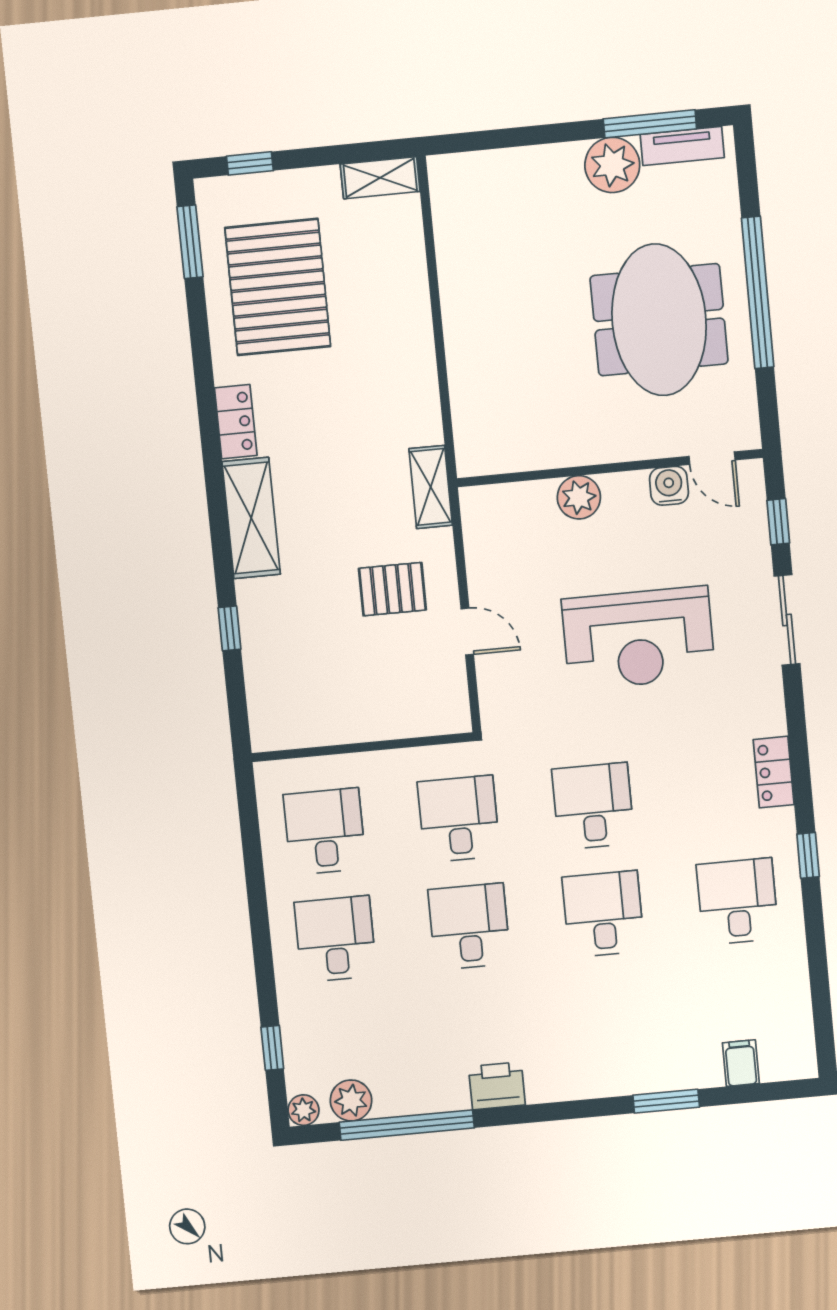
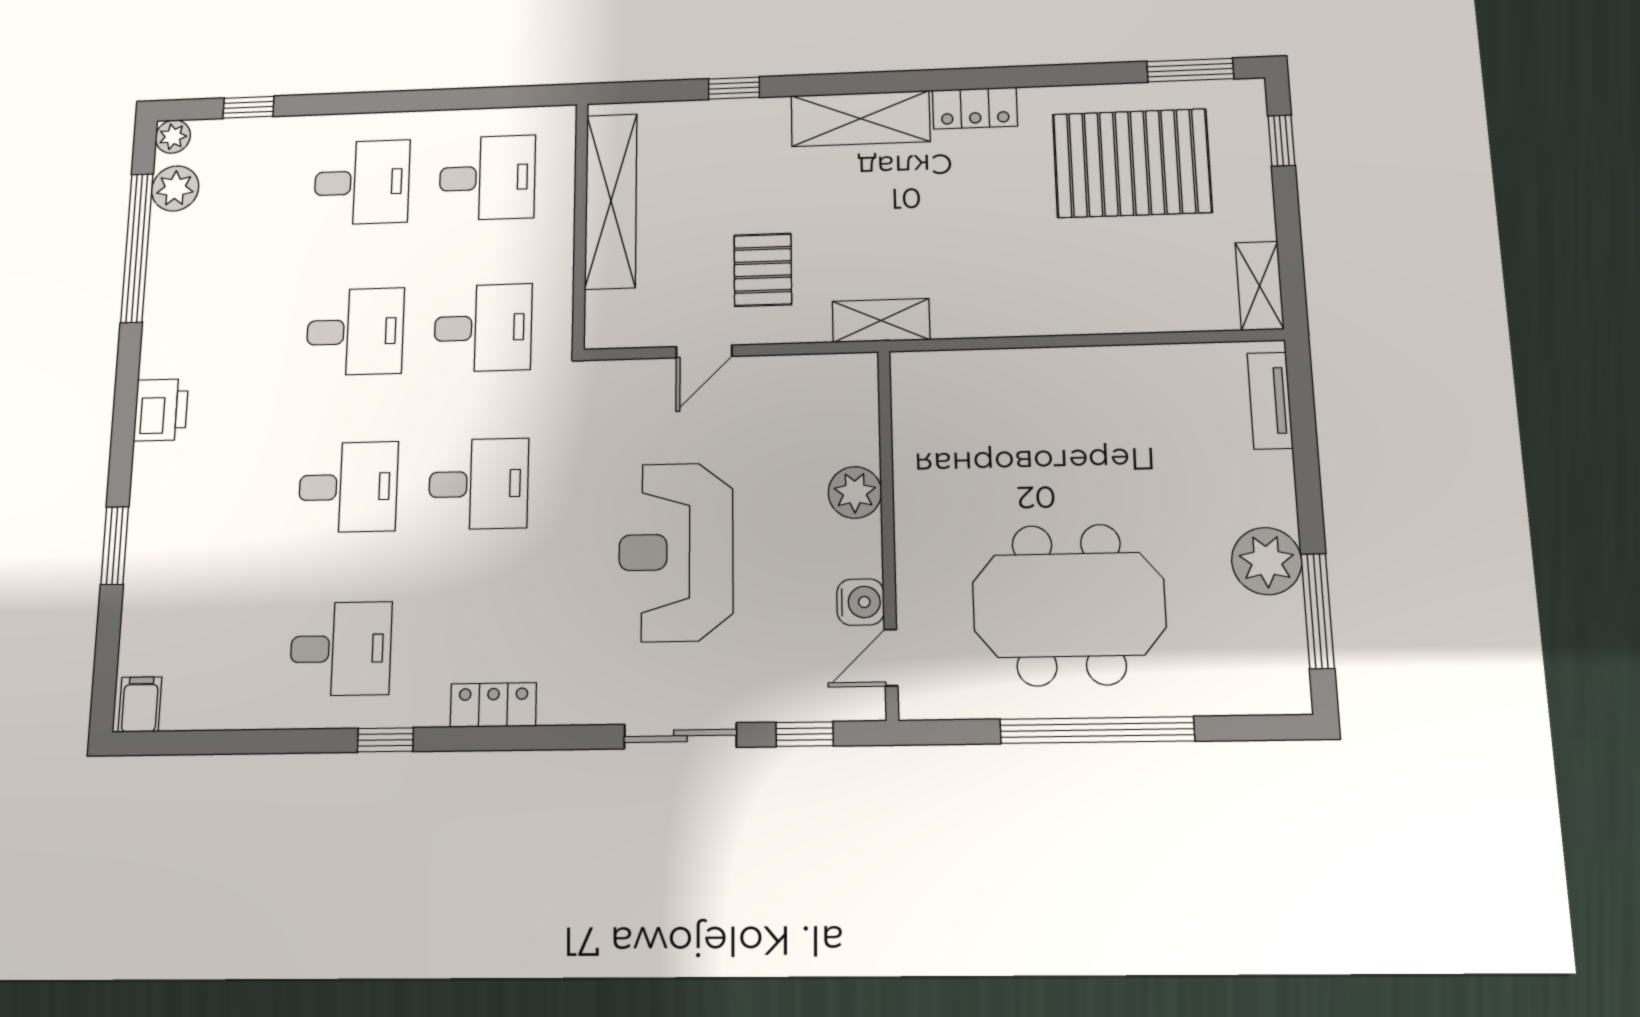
tv unit: (682, 146) -> (1270, 401), moved
shelving: (339, 723) -> (611, 201), added
filing cabinet: (741, 1063) -> (140, 704), moved, turned -90
printer: (497, 1086) -> (161, 410), moved

